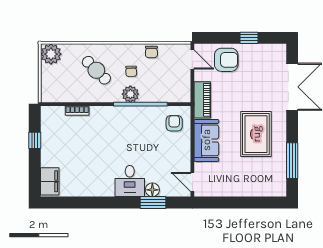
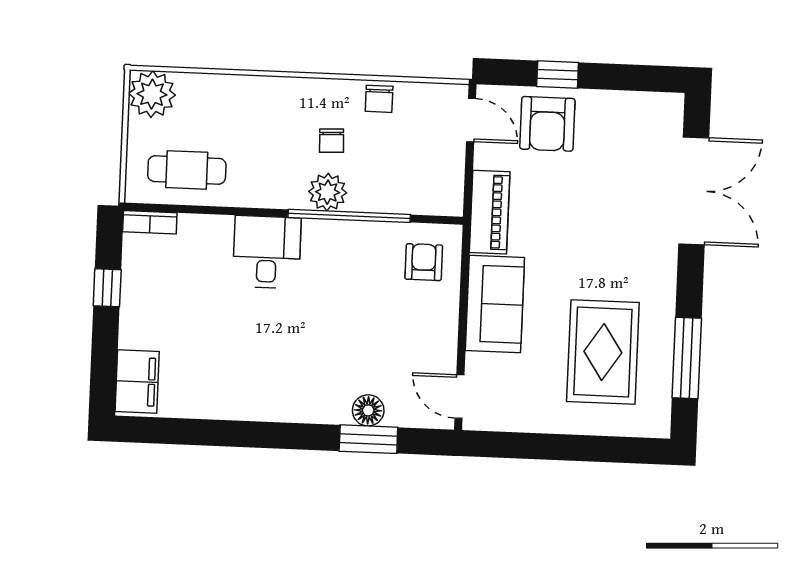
window: (249, 38) -> (558, 75), moved
armchair: (226, 60) -> (547, 124), turned 90
cafe table: (96, 70) -> (187, 170), moved, turned -45
bookcase: (77, 111) -> (150, 222), moved
rug: (256, 134) -> (603, 352), moved
desk: (130, 181) -> (267, 252), moved, turned 180

